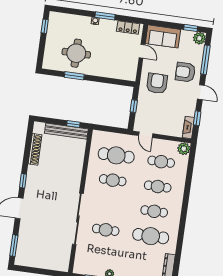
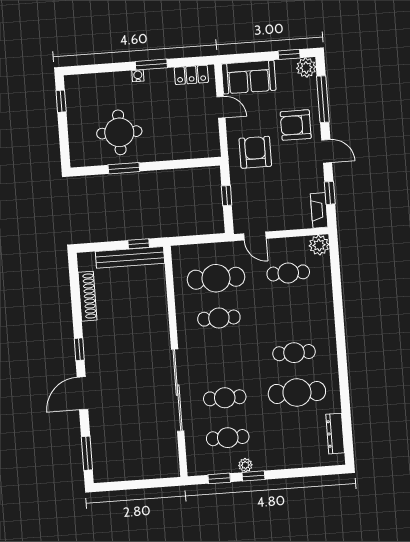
cafe table: (158, 187) -> (228, 438), moved

